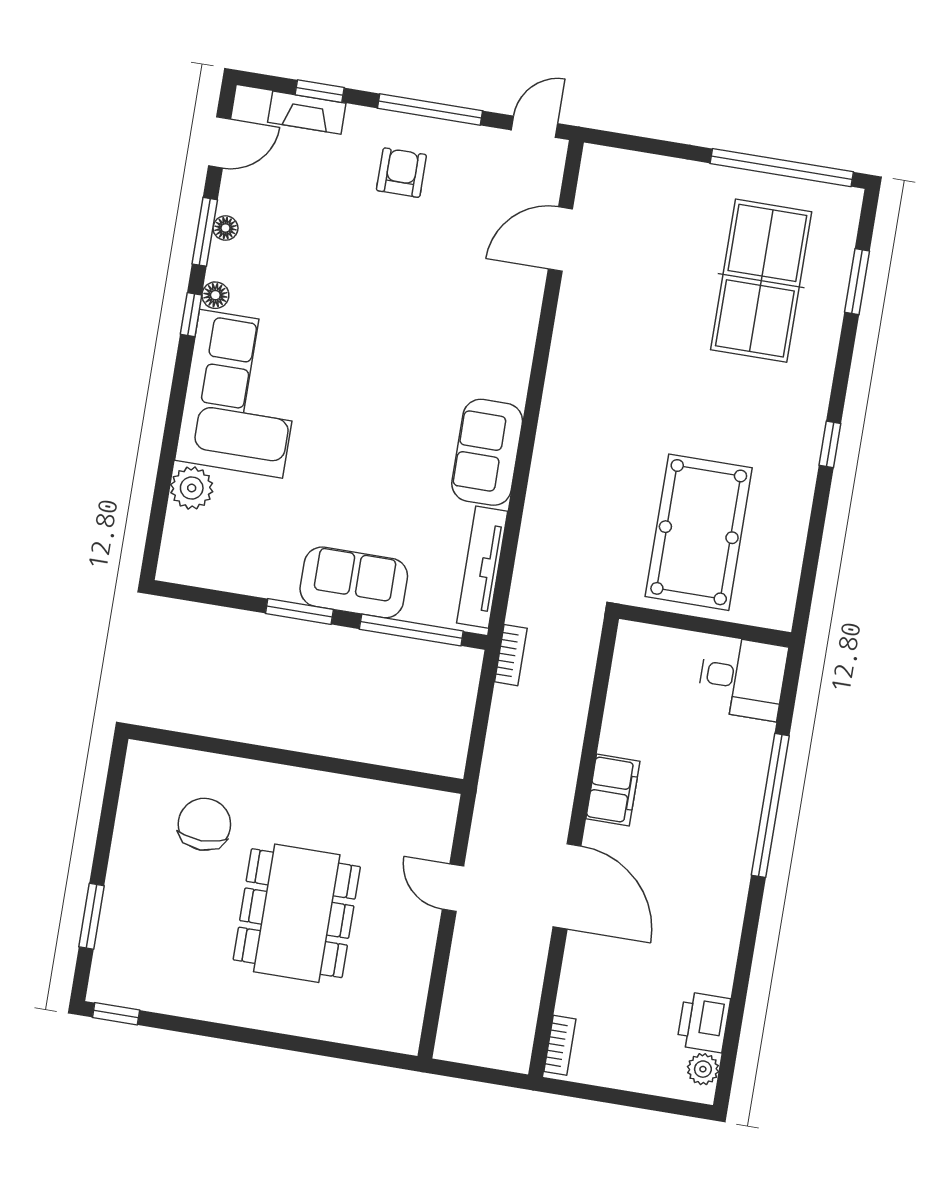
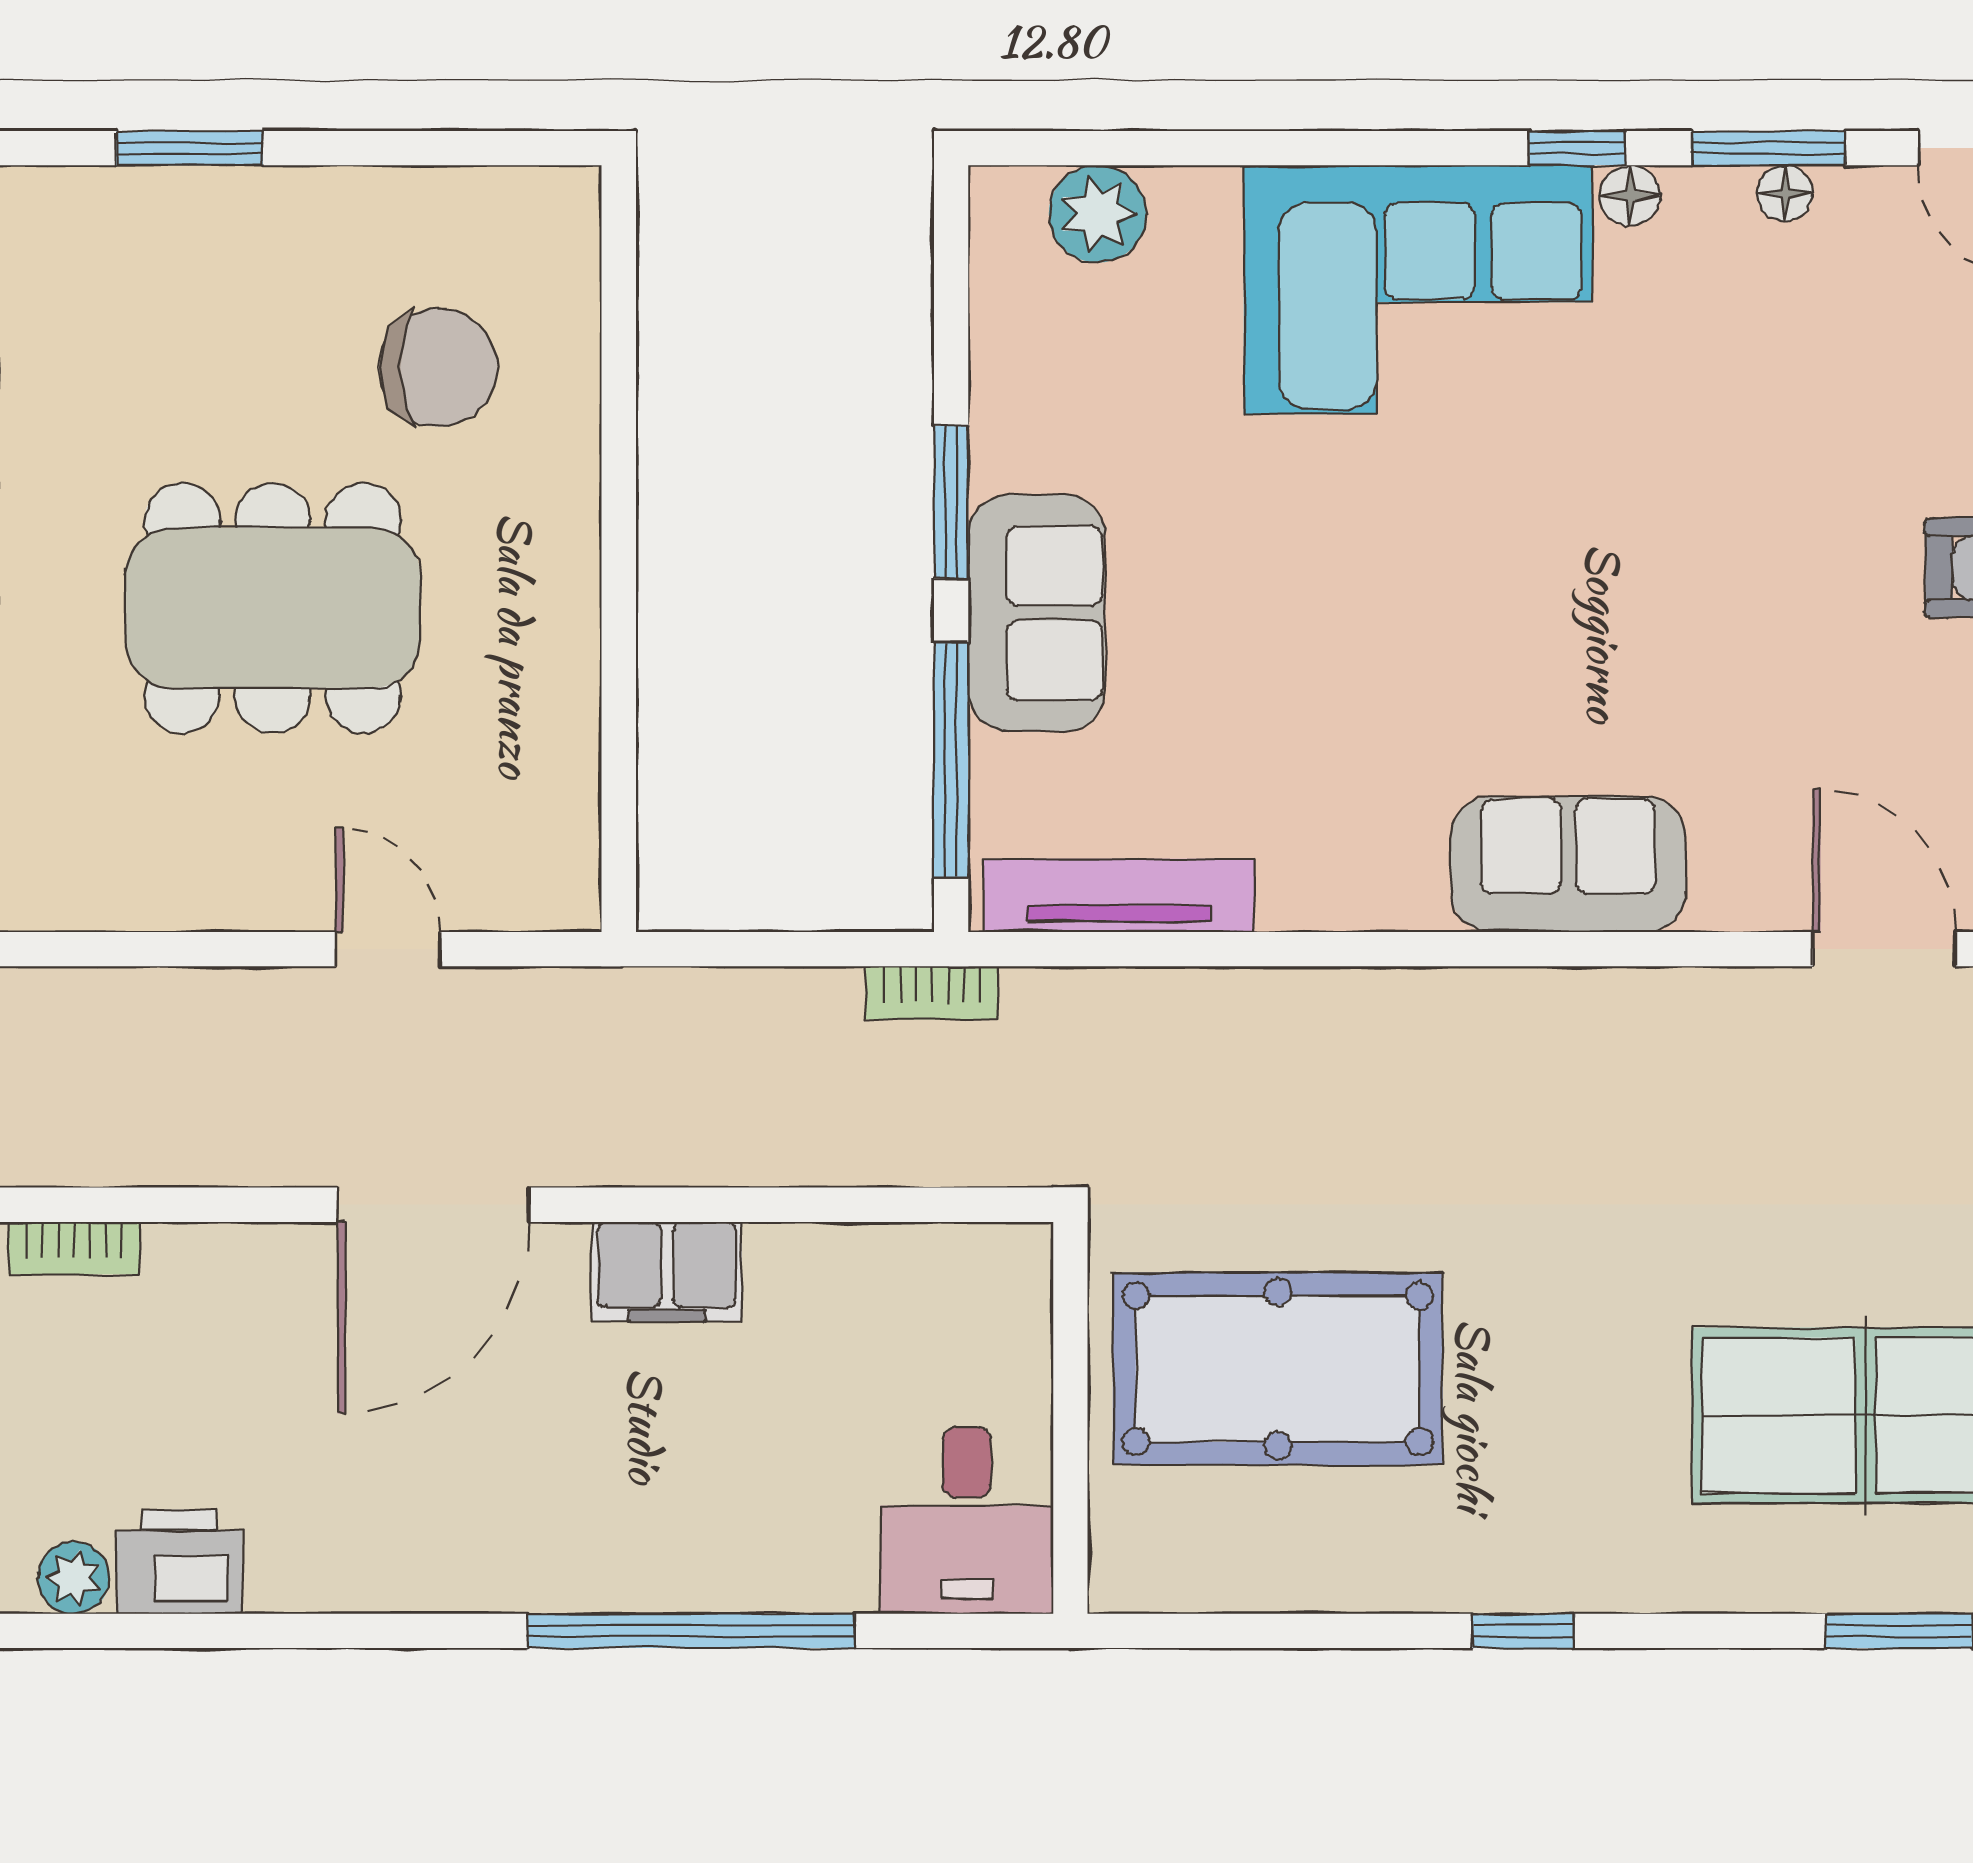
sofa: (487, 452) -> (1568, 864), moved
plant: (192, 488) -> (1098, 214), moved
door: (453, 888) -> (388, 949), hinge flipped

